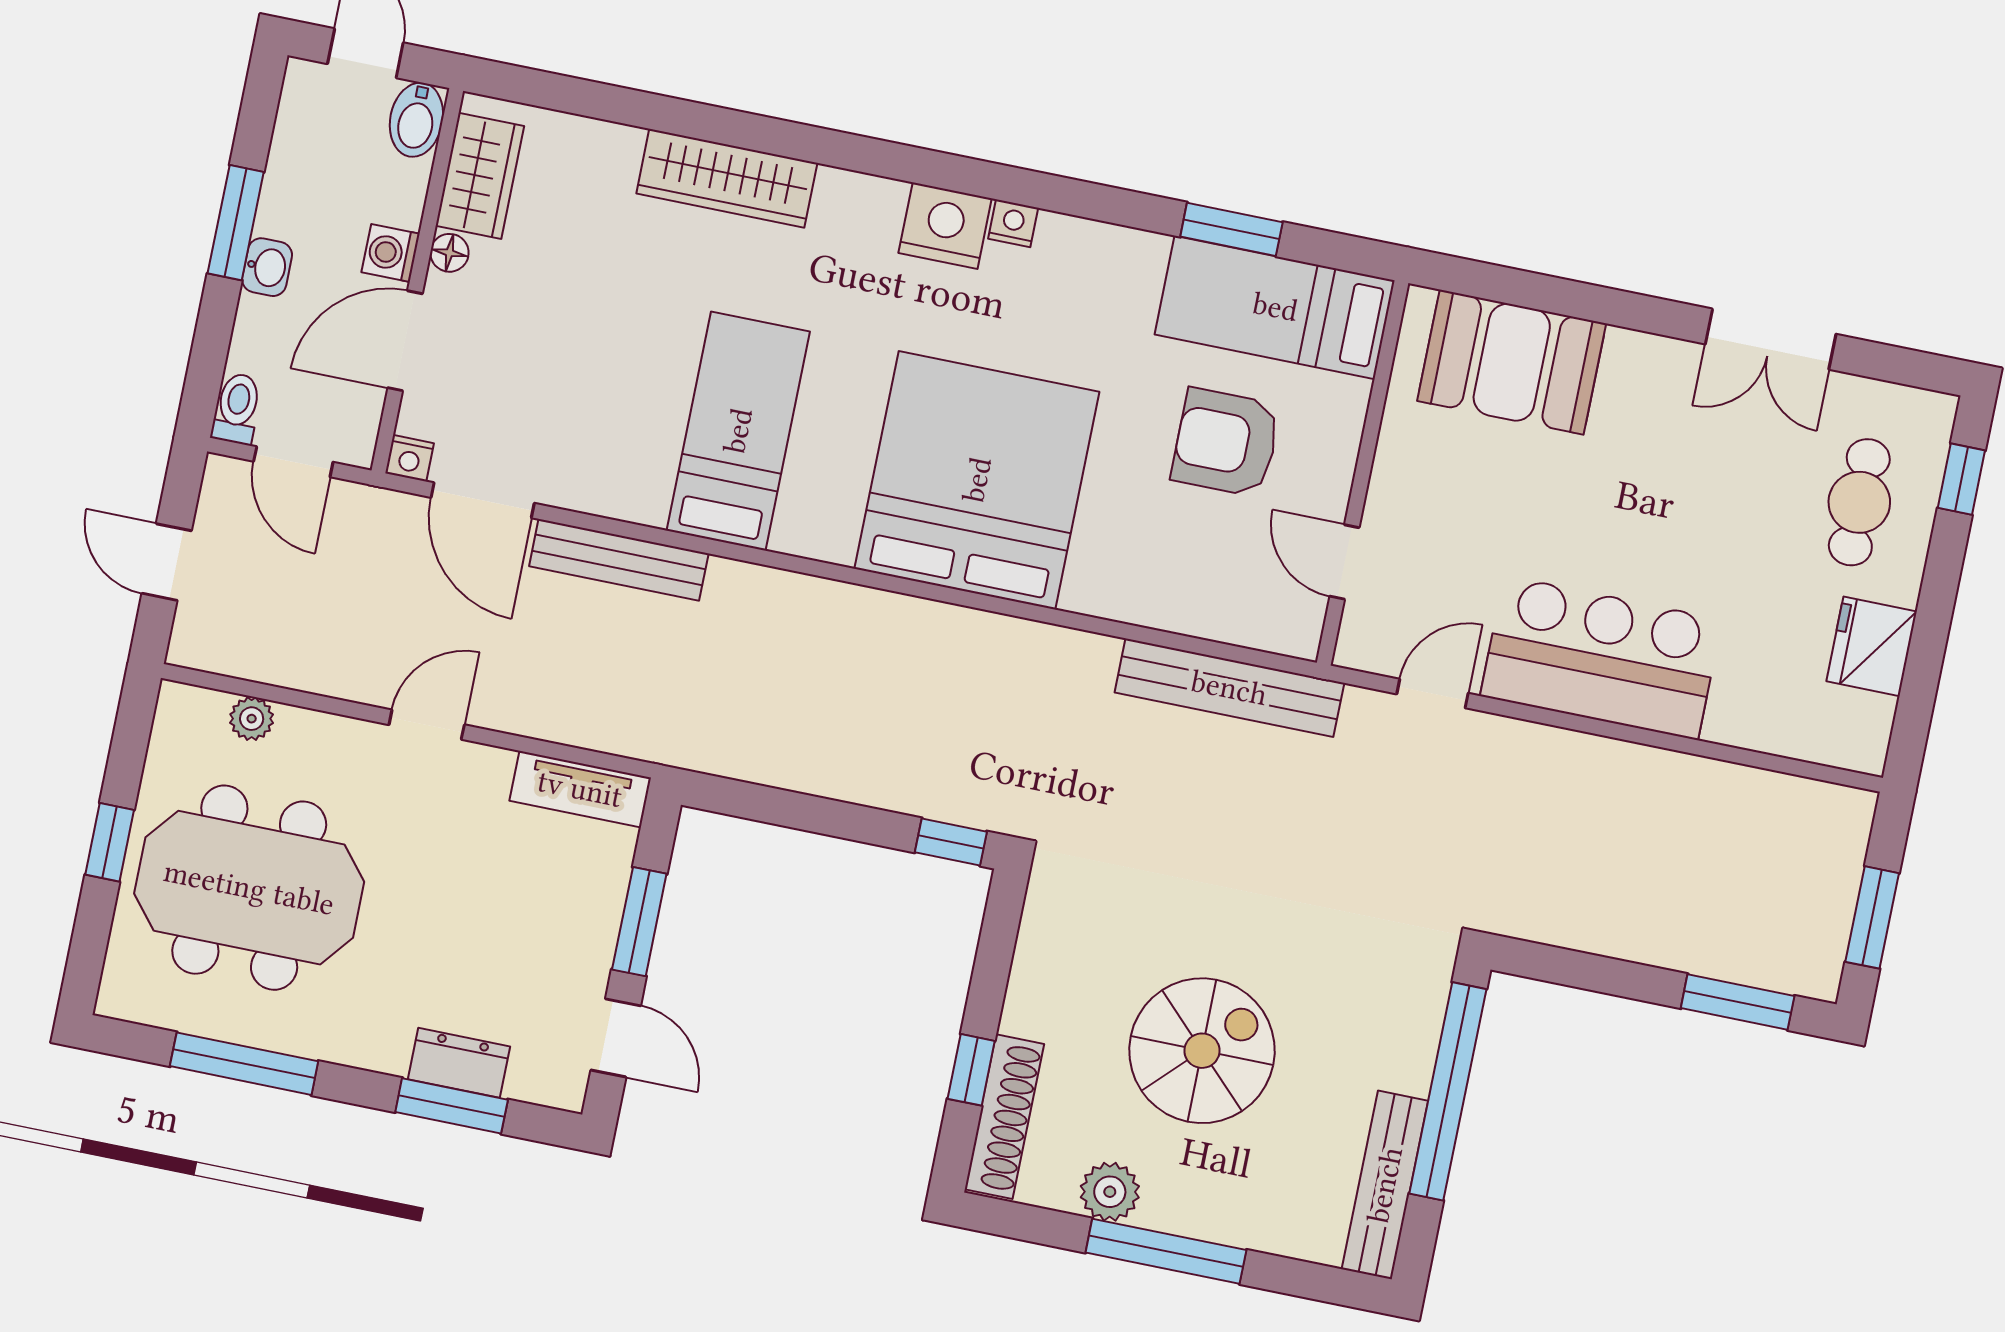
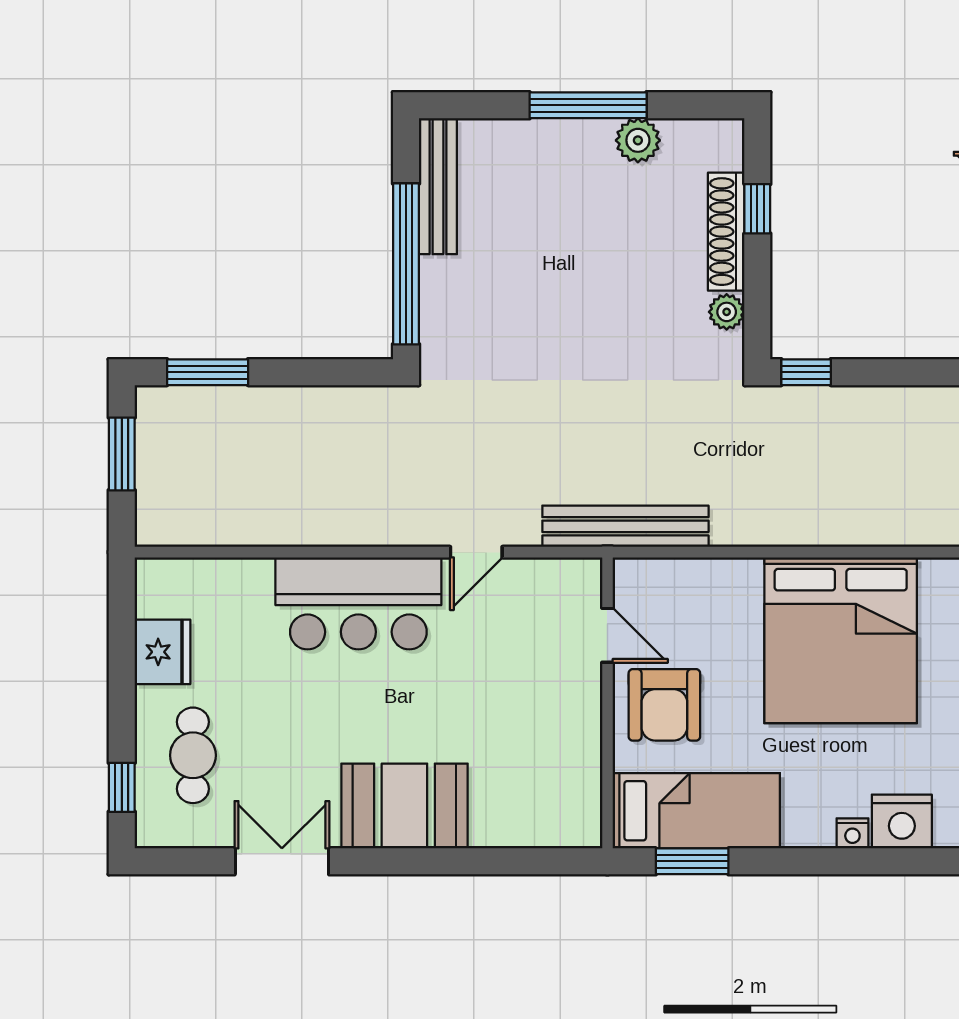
bed: (1275, 307) -> (696, 811), moved
booth: (1512, 362) -> (404, 806), moved
armchair: (1226, 442) -> (664, 705), turned 90
wall: (1363, 473) -> (607, 703), moved
door: (1344, 562) -> (607, 635), moved
plant: (1039, 942) -> (727, 312), added
spiral stairs: (1202, 1051) -> (592, 257), removed
shoe rack: (1004, 1117) -> (726, 232), moved

